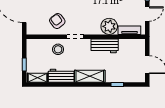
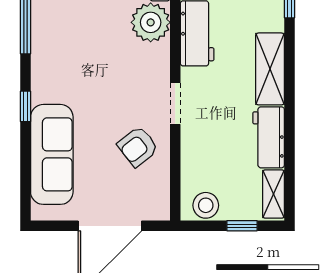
stool: (58, 49) -> (206, 205), moved

